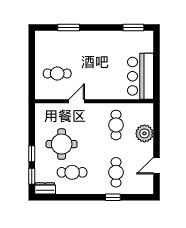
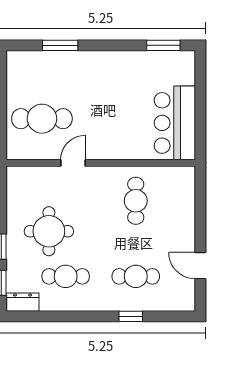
cafe table: (57, 74) -> (42, 119), width x1.37, depth x1.35
plant: (144, 133) -> (181, 214), removed
door: (156, 166) -> (200, 266), hinge flipped
cafe table: (116, 172) -> (136, 276), turned 90

